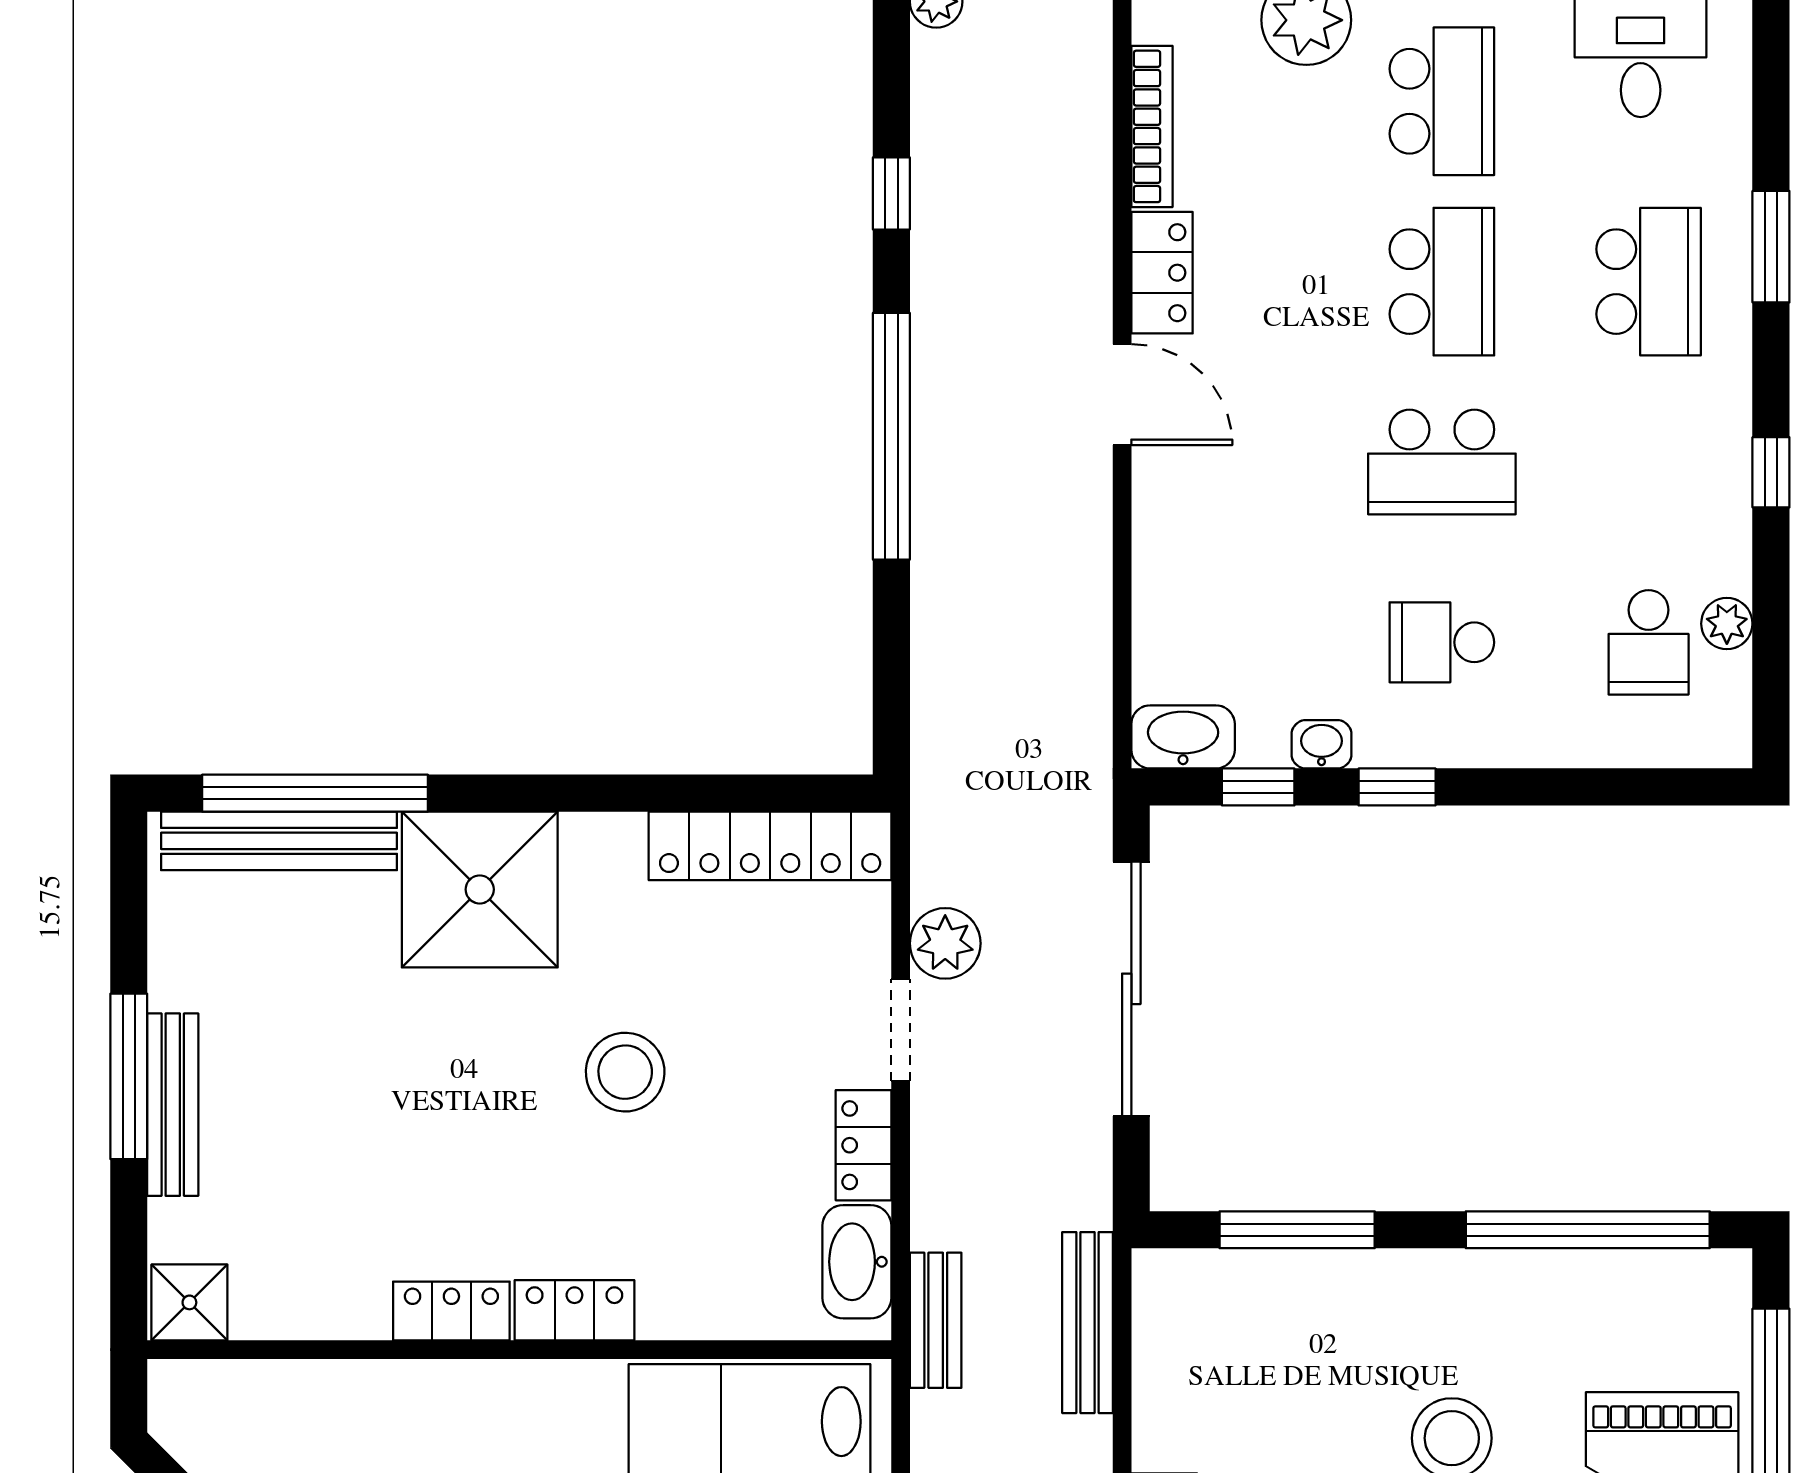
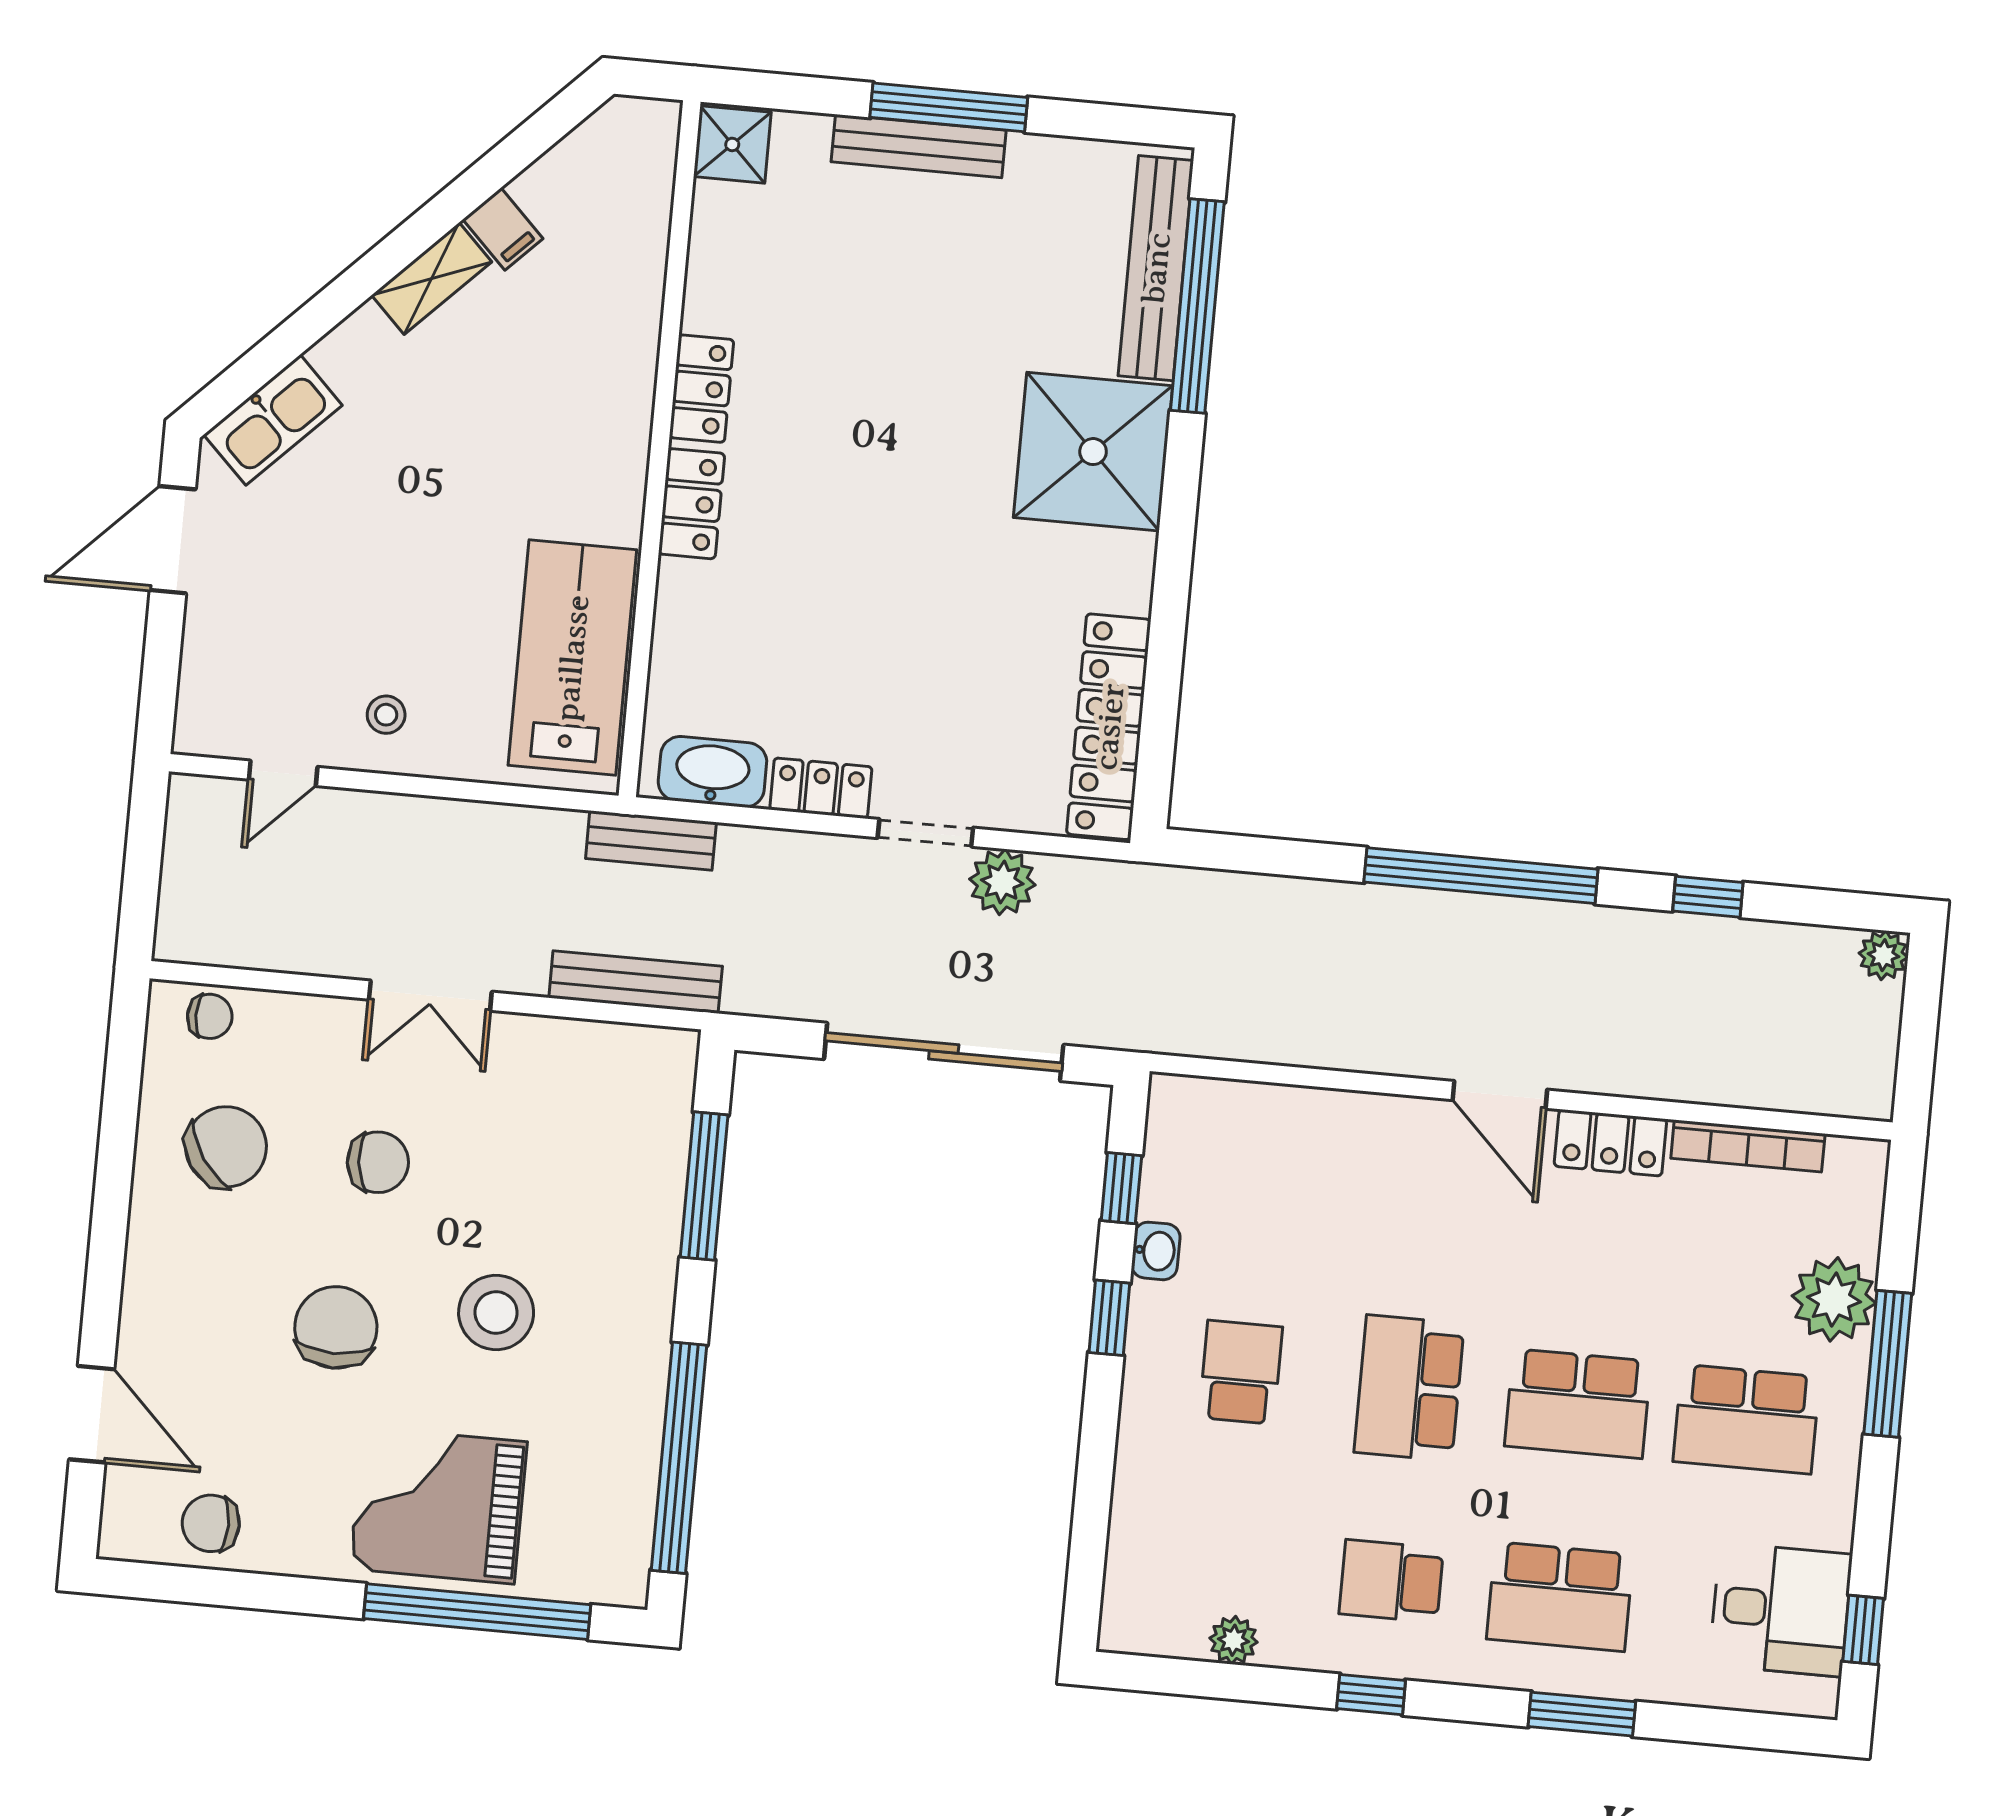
door: (1122, 395) -> (1500, 1095), hinge flipped
school desk: (1649, 642) -> (1391, 1581), moved
washbasin: (1183, 737) -> (1175, 1122), removed
stool: (625, 1072) -> (910, 572), removed

